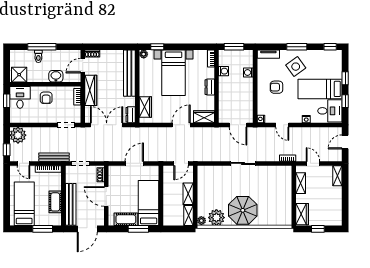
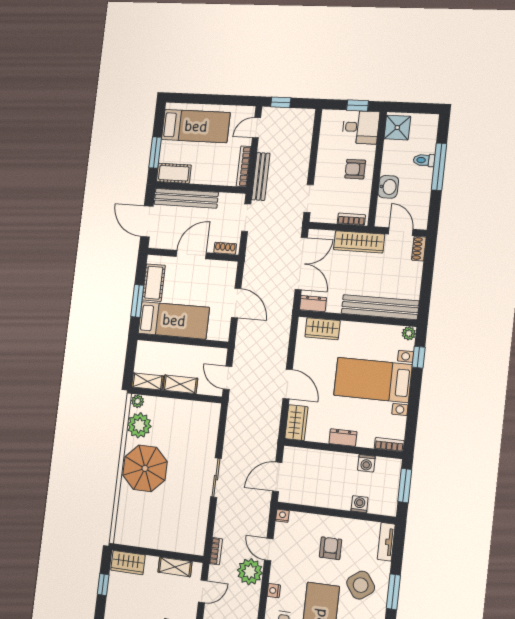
door: (282, 125) -> (269, 550), hinge flipped
plant: (18, 135) -> (250, 572), moved
cot: (55, 202) -> (174, 173), moved

